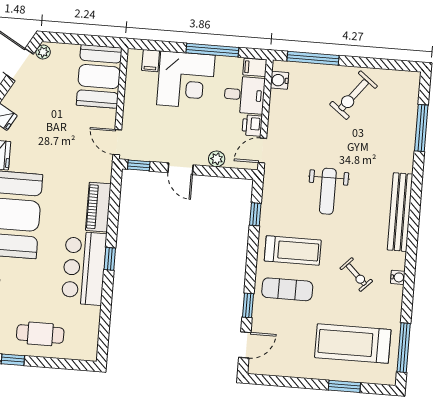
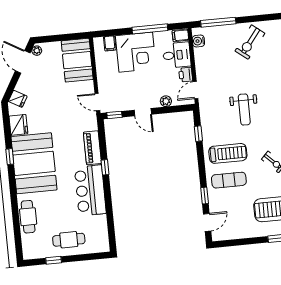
window: (110, 259) -> (105, 167), moved

